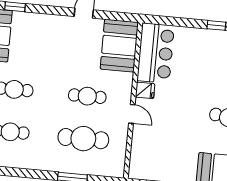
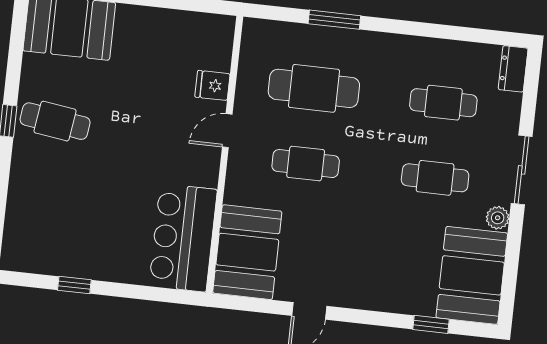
fridge: (145, 90) -> (212, 85), moved
door: (132, 114) -> (227, 131), hinge flipped

